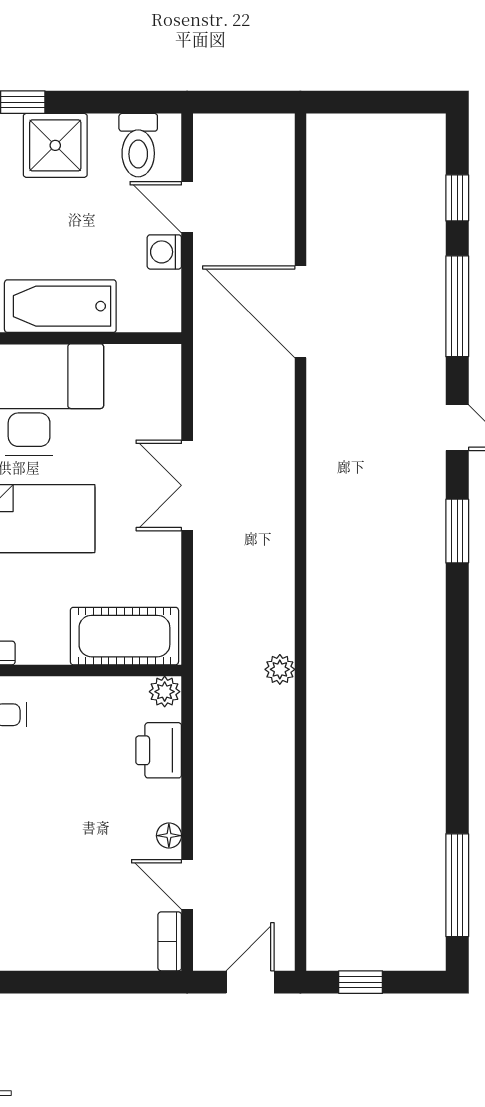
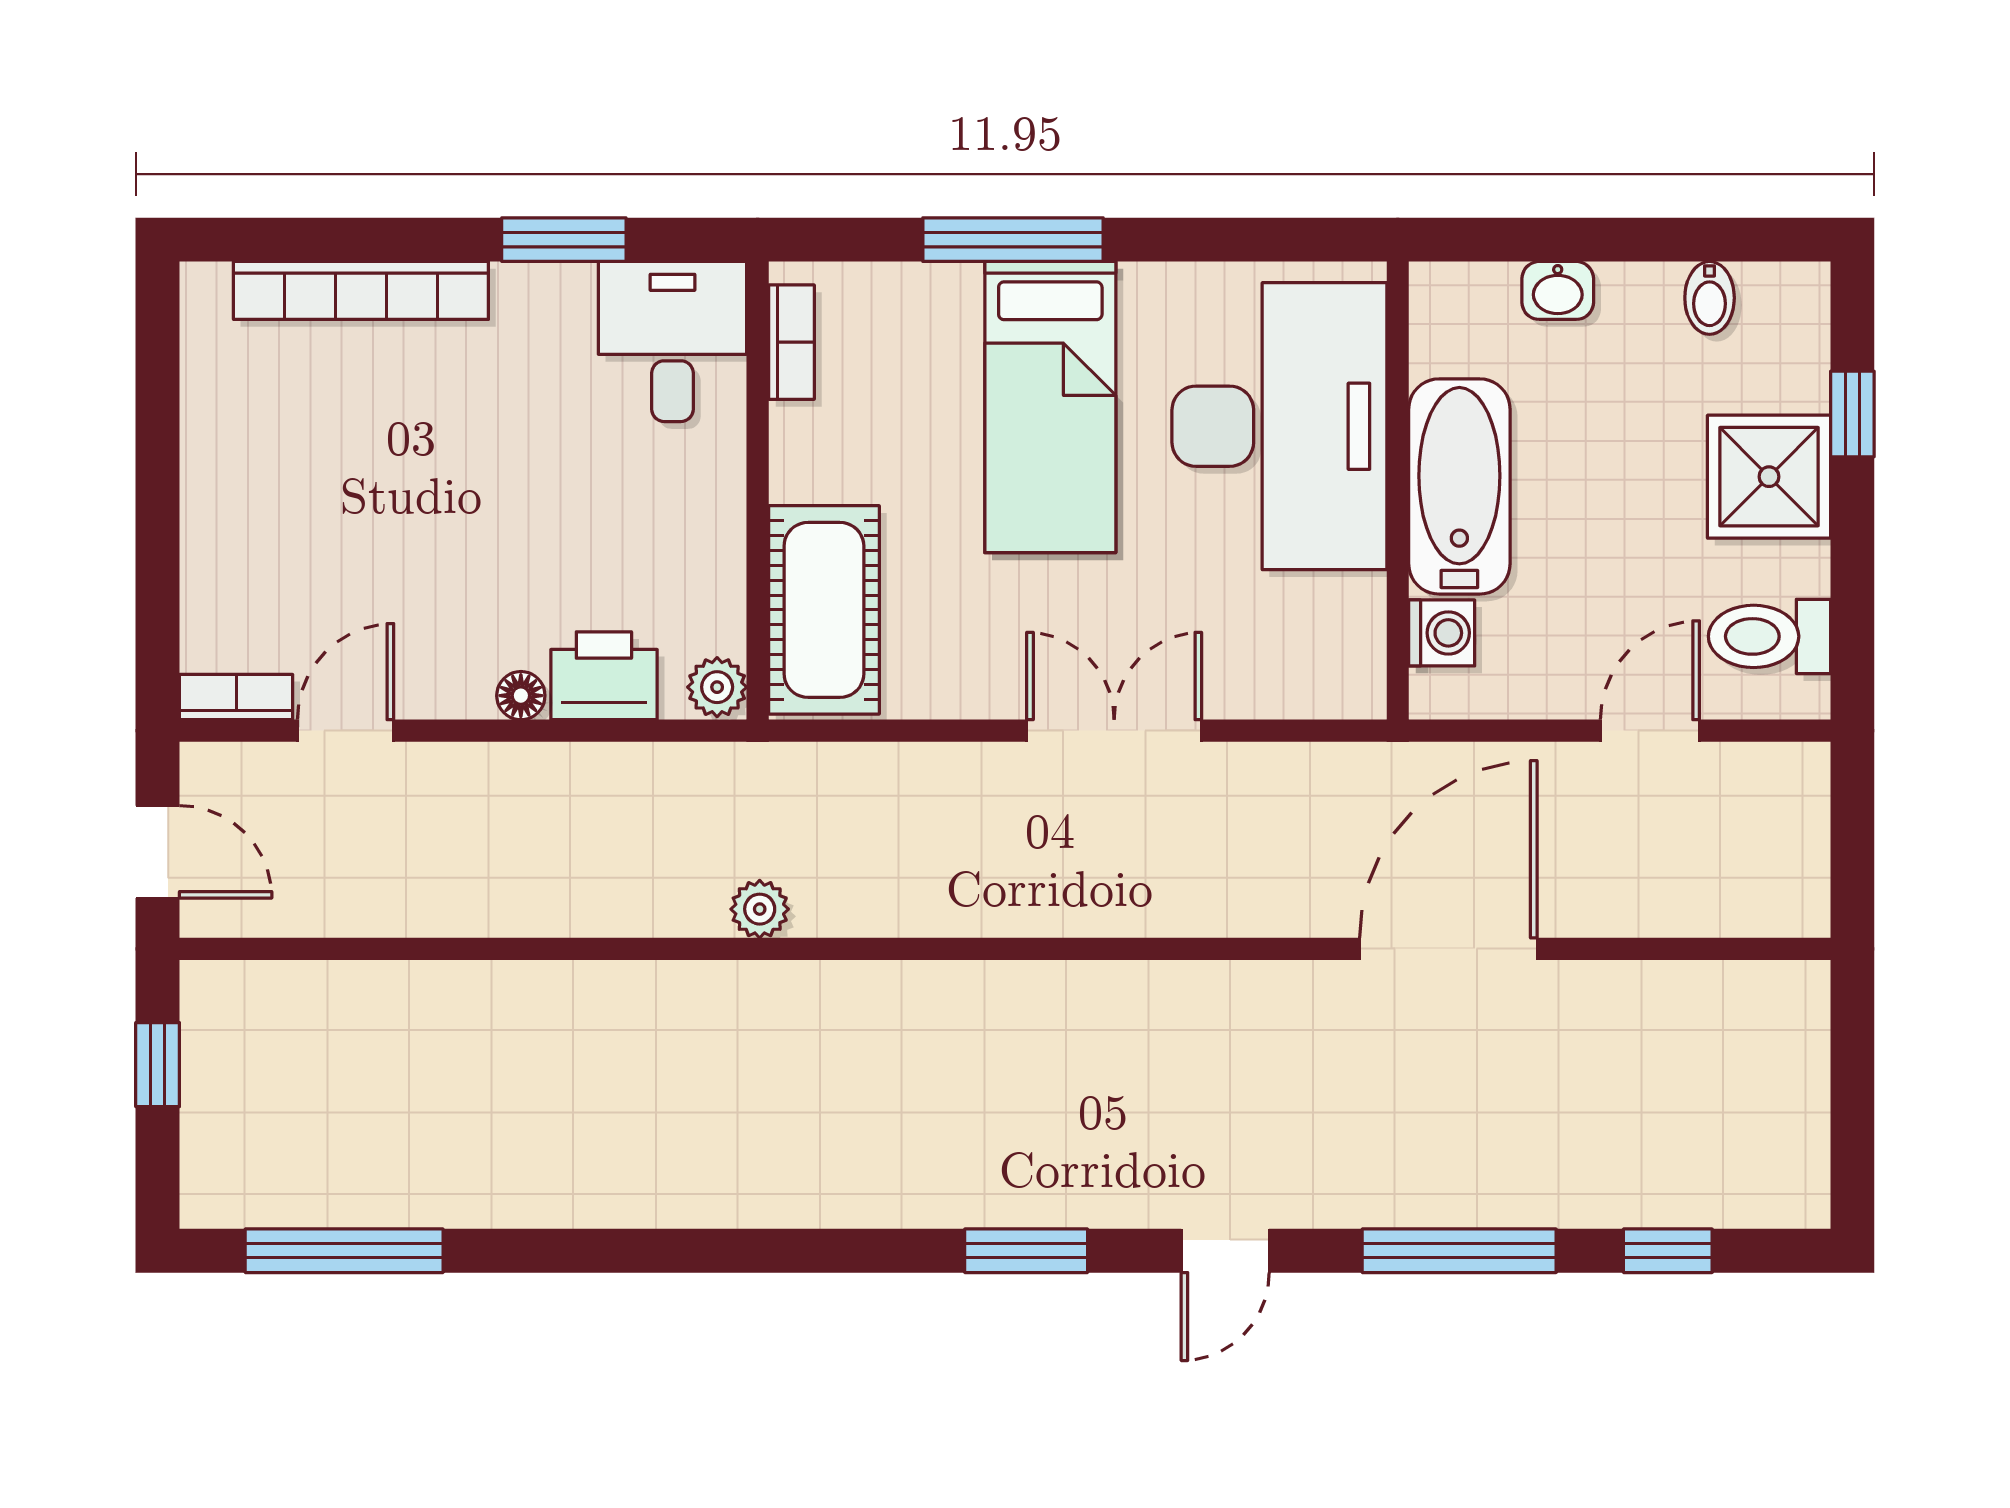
washing machine: (164, 252) -> (1442, 633), moved, turned 90
floor lamp: (169, 836) -> (521, 696), moved

